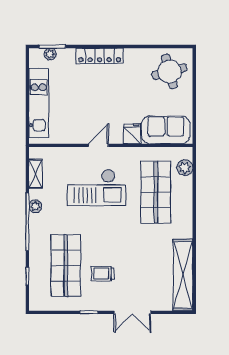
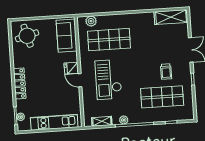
fridge: (132, 134) -> (71, 68), moved
checkout: (97, 188) -> (108, 80), turned 180
shelving: (183, 275) -> (171, 17), width x0.68

